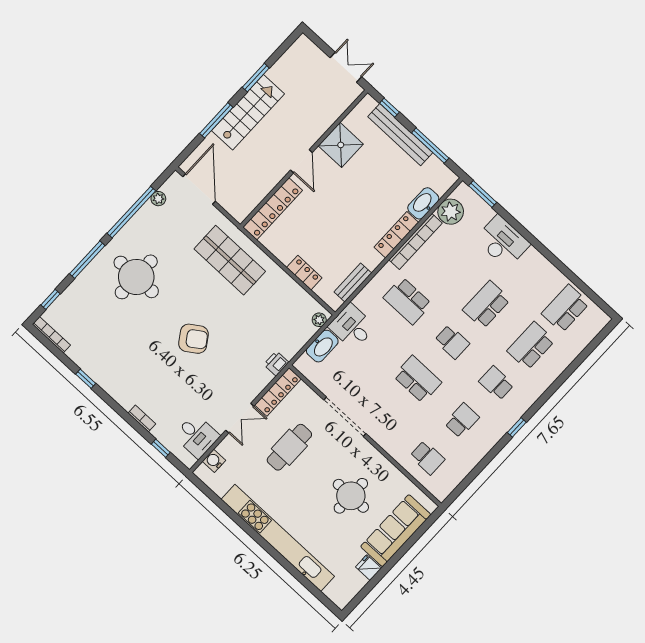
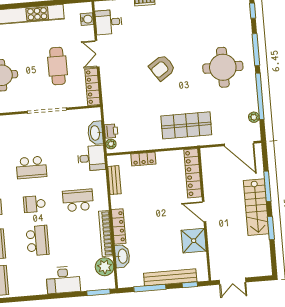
printer: (276, 363) -> (111, 131), moved

